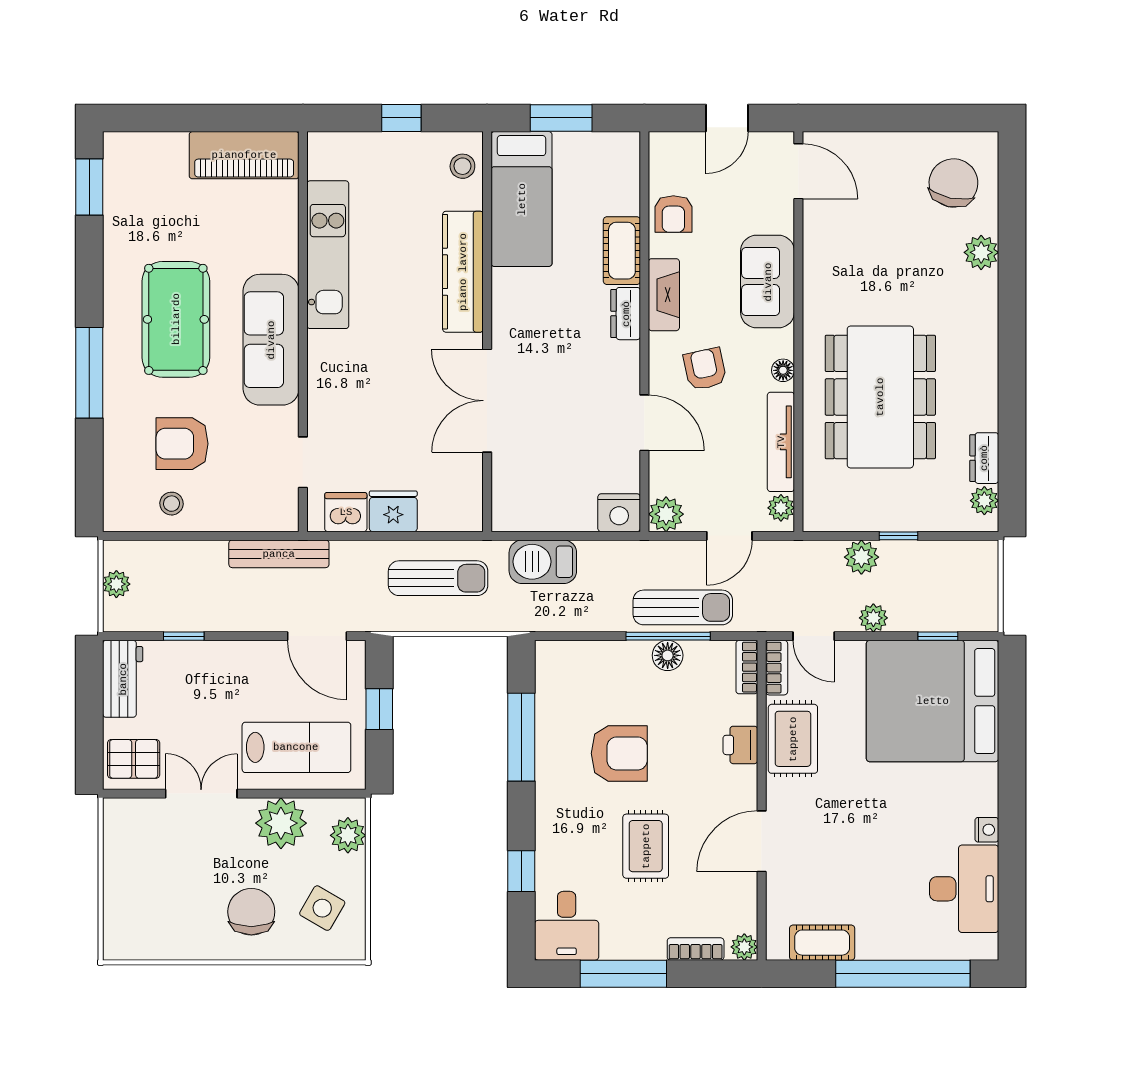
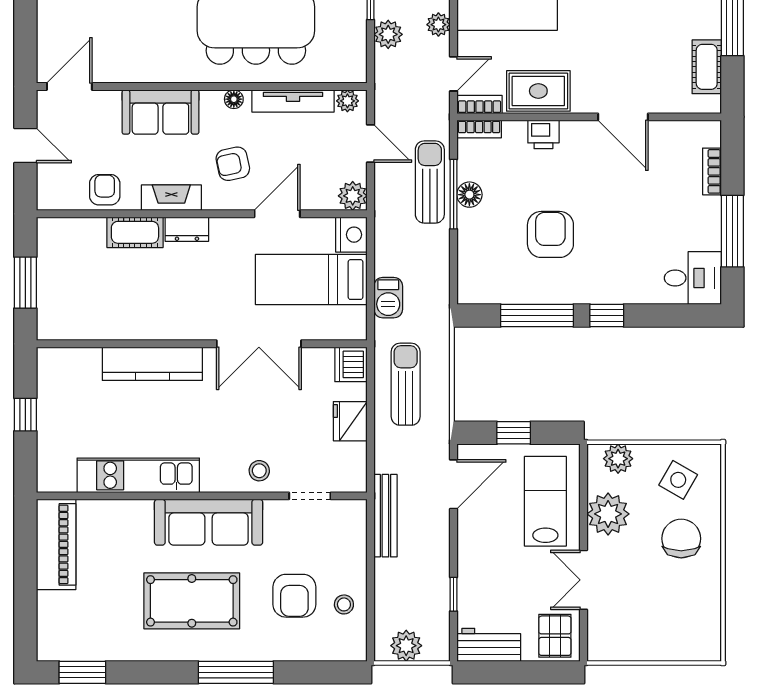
stool: (462, 166) -> (259, 471), moved
bed: (522, 199) -> (311, 280), moved, turned 180
armchair: (673, 214) -> (105, 190), turned -90
dishwasher: (346, 512) -> (351, 364), moved
barbecue: (543, 562) -> (388, 298), width x0.73, depth x0.79
plant: (116, 584) -> (406, 646), width x1.38, depth x1.38
rug: (646, 846) -> (627, 213), removed
window: (521, 871) -> (607, 315), moved
chair: (251, 912) -> (681, 539), turned 90
plant: (744, 947) -> (710, 131), removed

